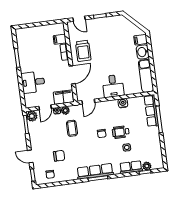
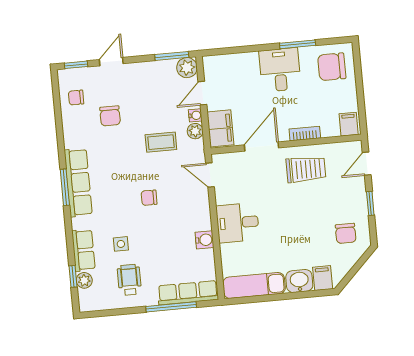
chair: (116, 28) -> (346, 233), added
chair: (28, 39) -> (332, 67), added
filing cabinet: (60, 39) -> (349, 124), moved
trolley: (83, 51) -> (306, 169), turned 180
door: (72, 75) -> (262, 146), swing flipped
desk: (33, 82) -> (280, 70), moved
door: (45, 107) -> (202, 93), hinge flipped
wheelchair: (121, 132) -> (129, 280), moved

